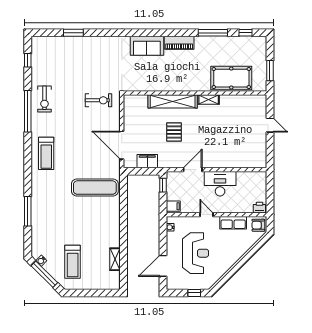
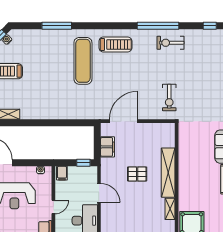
treadmill: (46, 153) -> (115, 44), turned 180
exercise mat: (95, 188) -> (83, 61), moved

